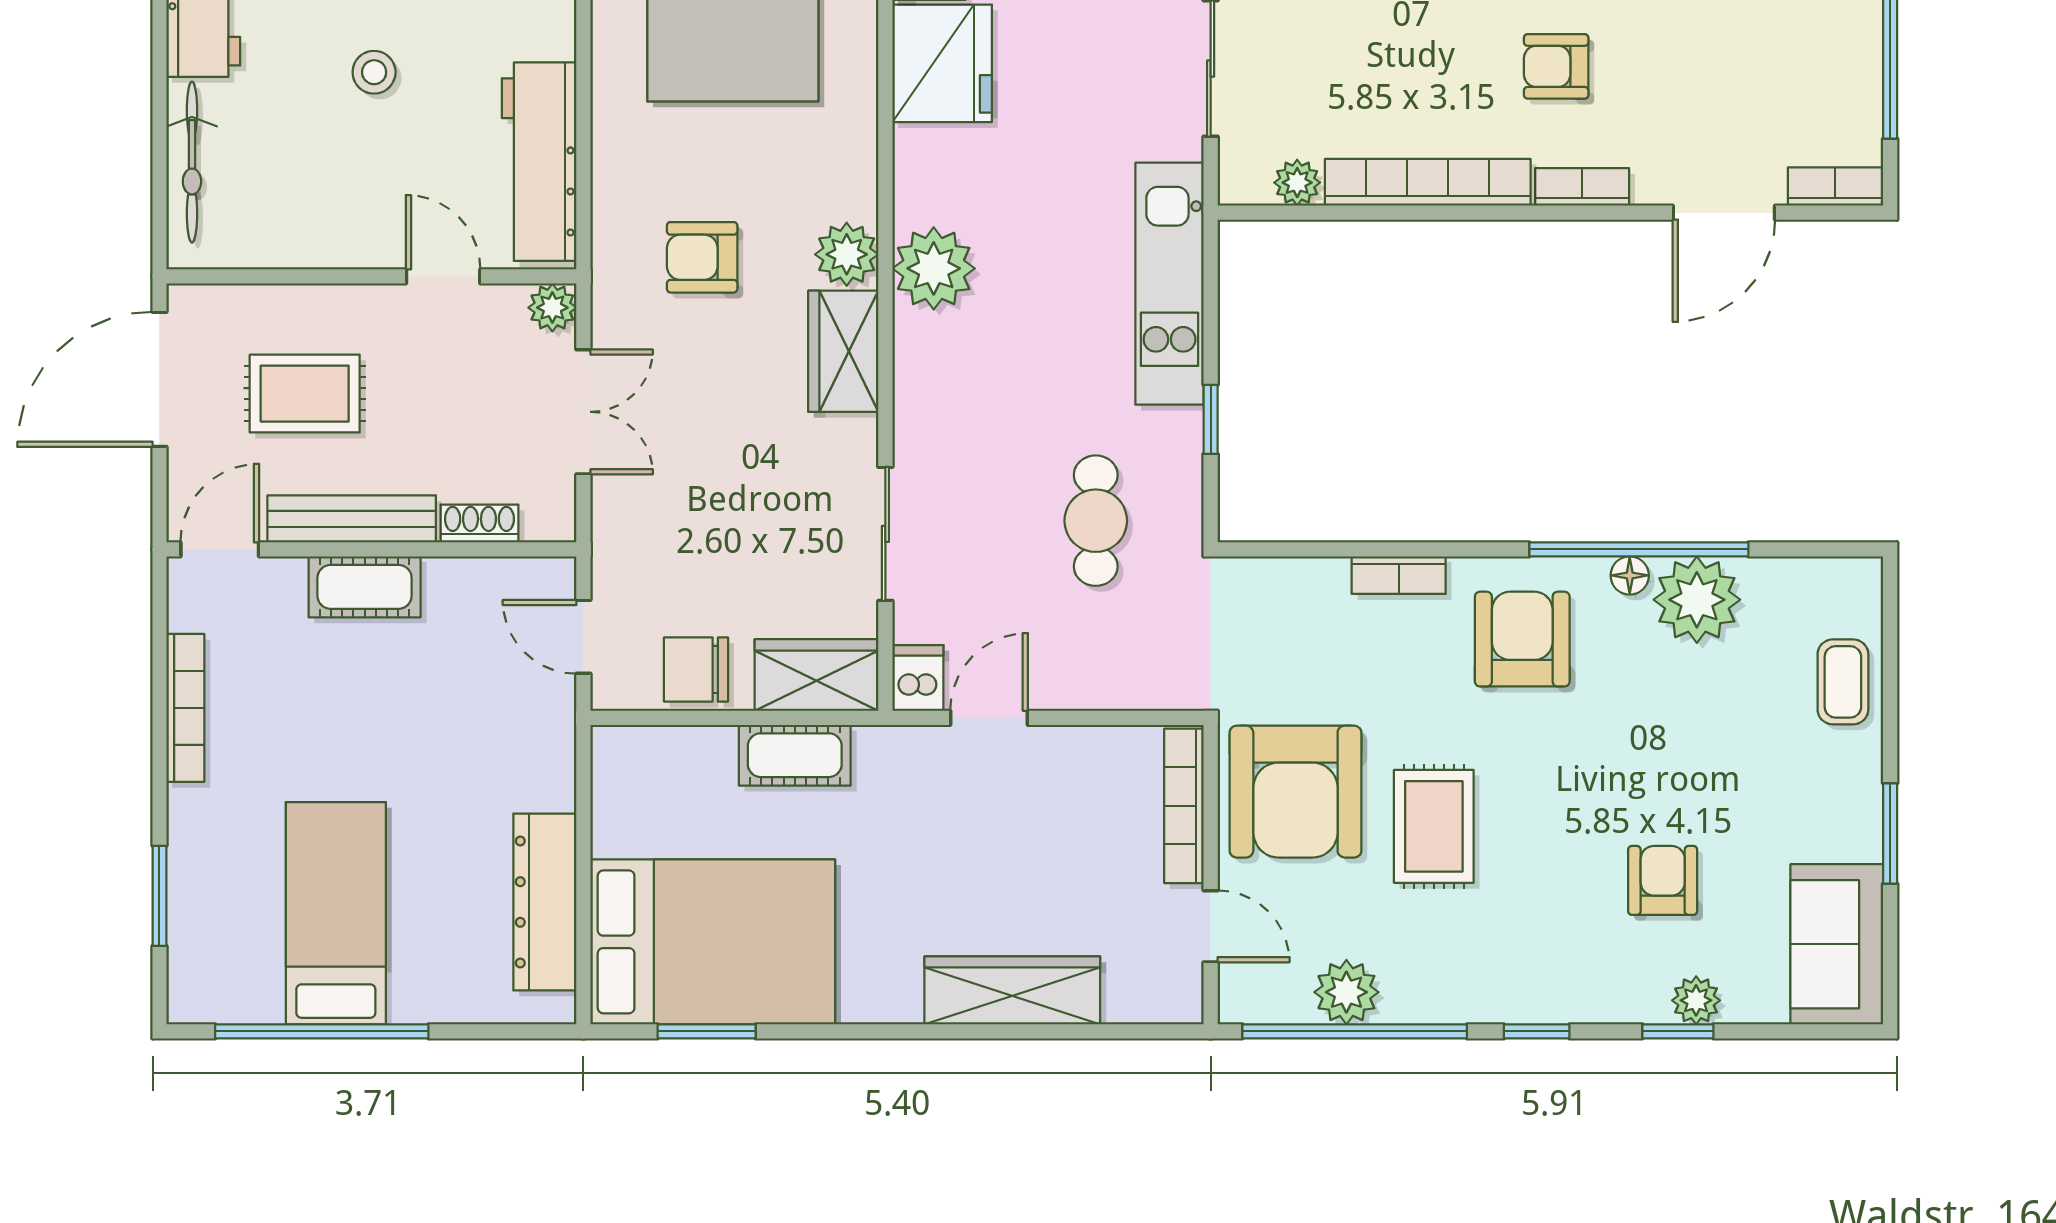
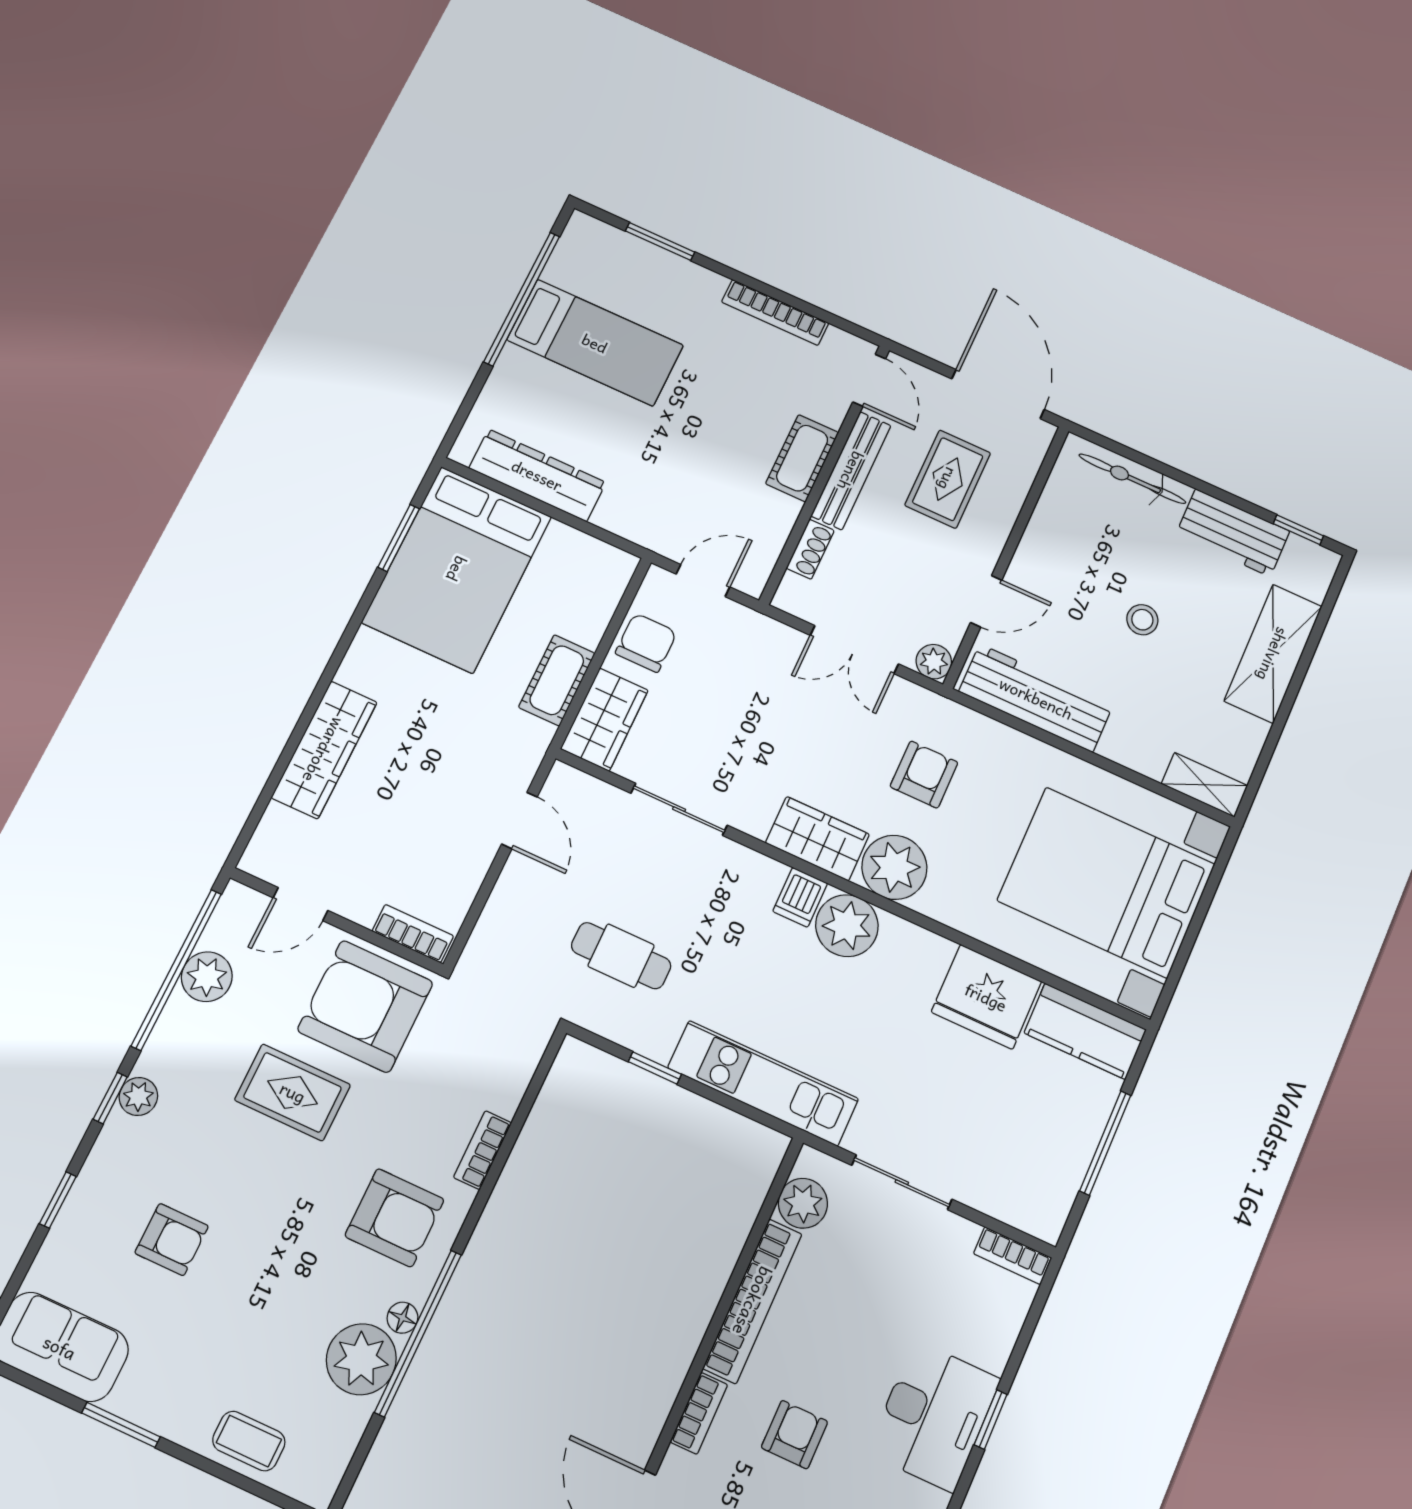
plant: (1297, 183) -> (803, 1203), width x1.38, depth x1.38
plant: (847, 254) -> (894, 867), width x1.36, depth x1.36
dishwasher: (918, 678) -> (800, 897), moved, turned 90
bookcase: (1184, 806) -> (413, 933), width x0.64
plant: (1696, 1000) -> (138, 1096), moved

